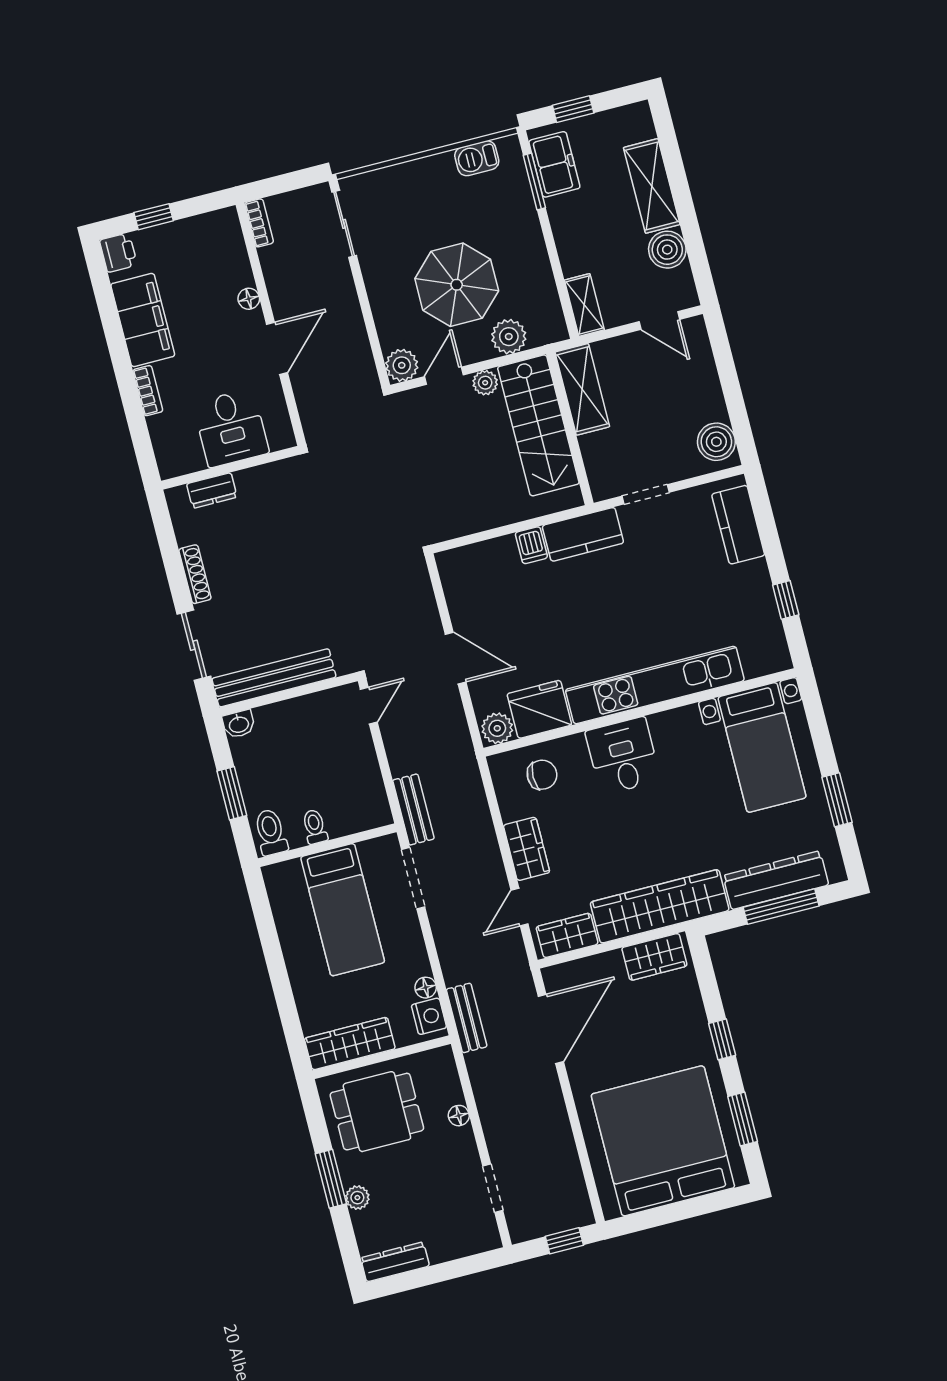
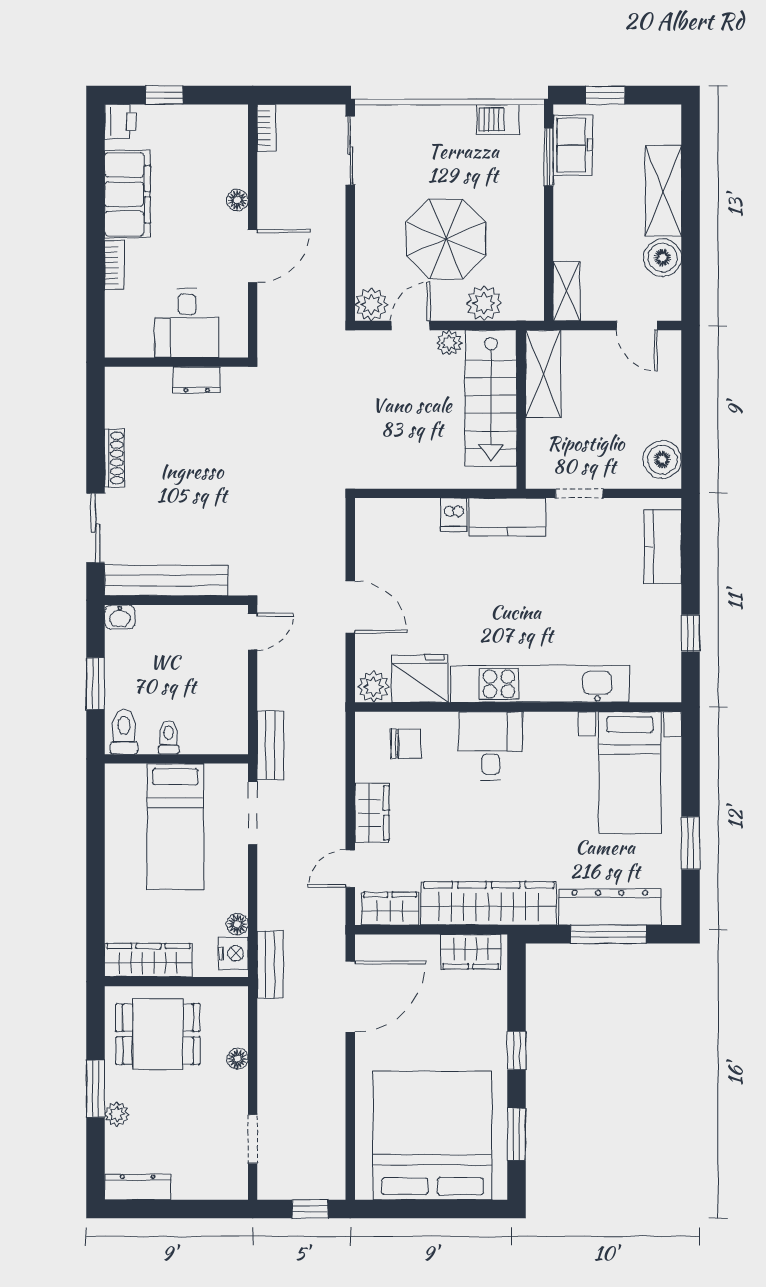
dresser: (212, 491) -> (197, 380), moved

